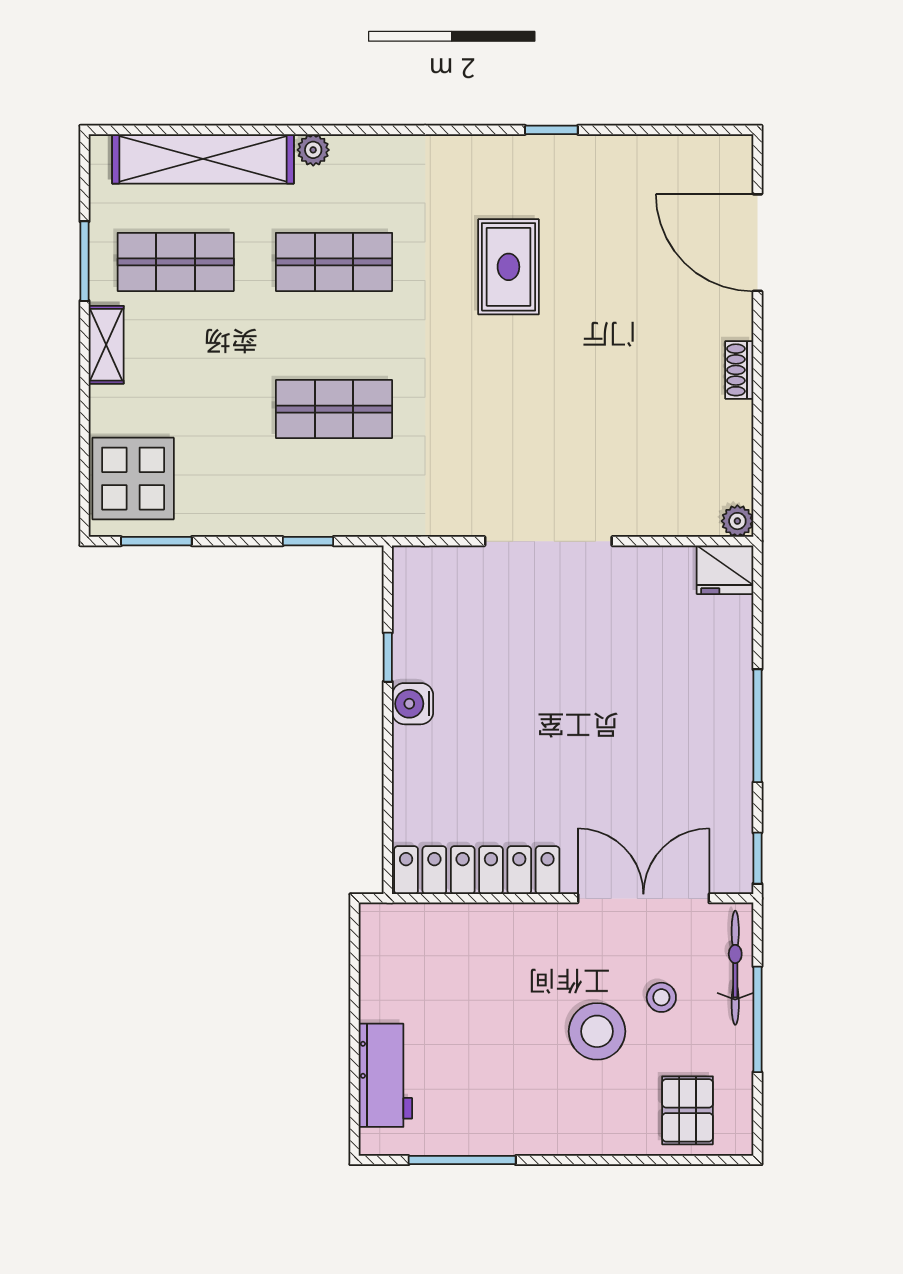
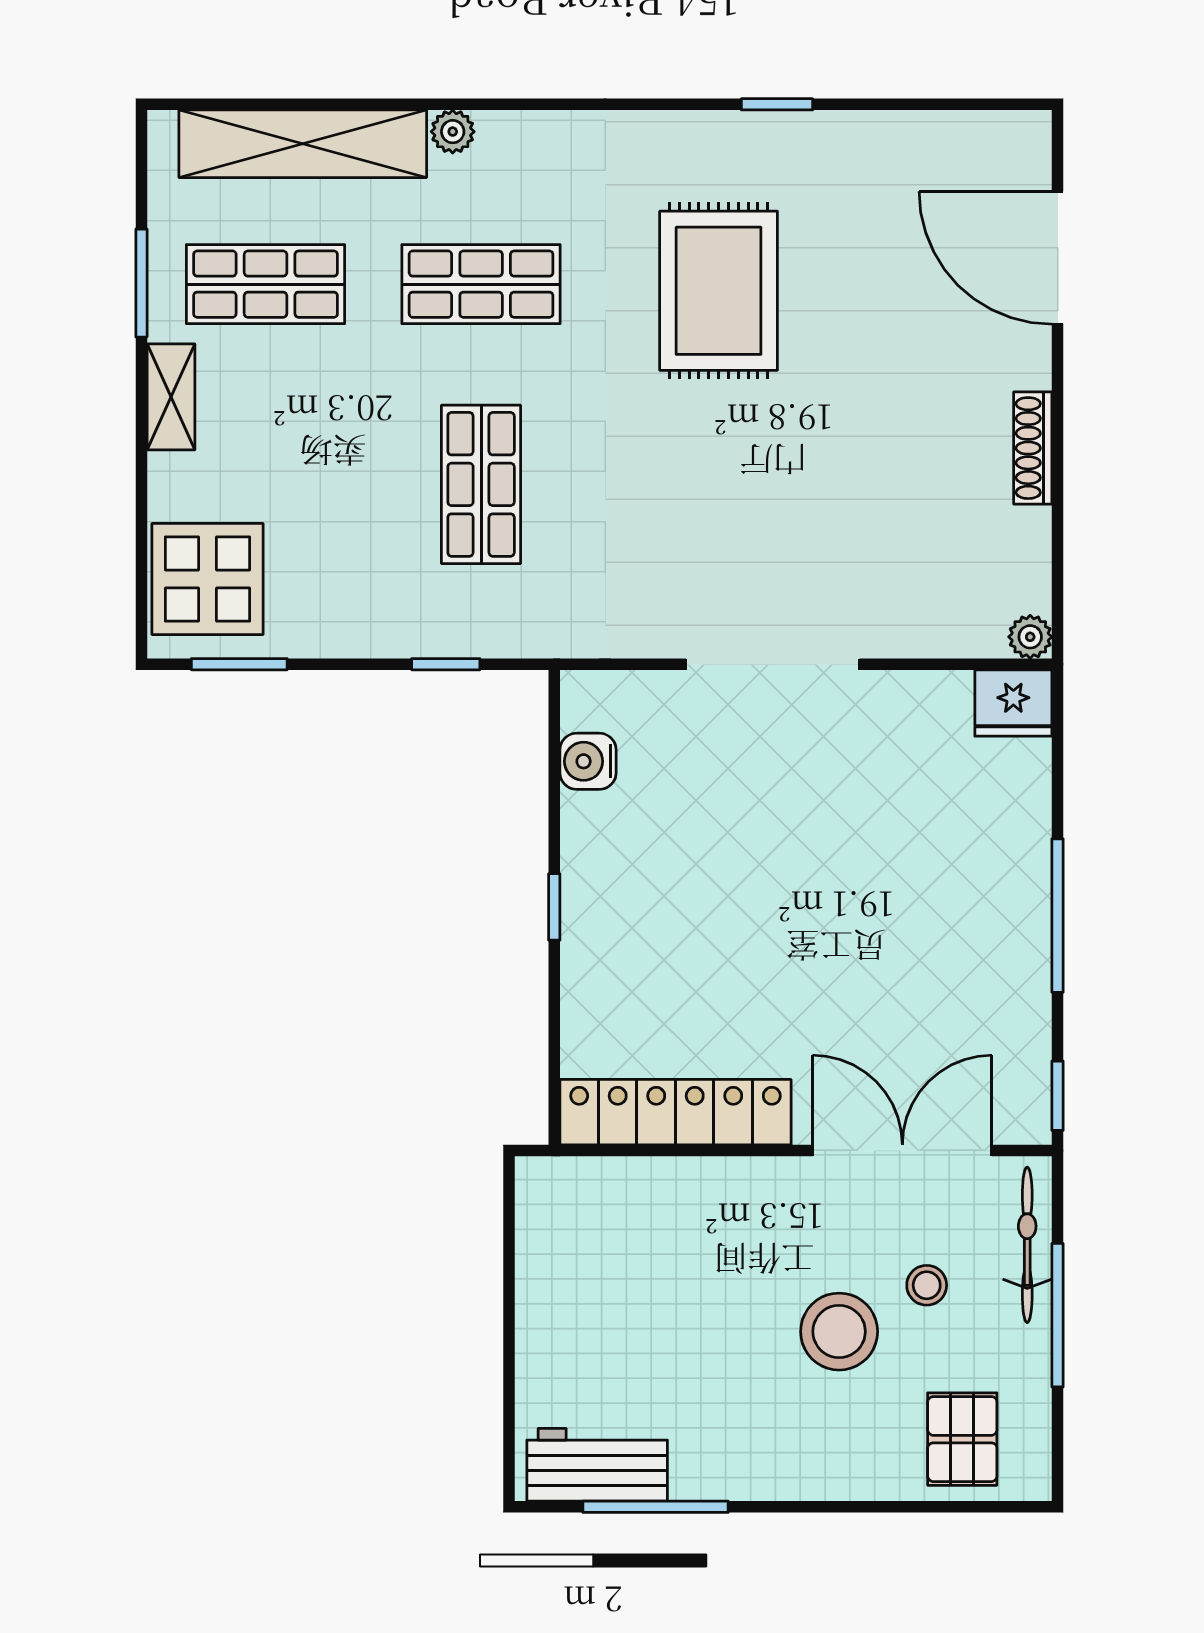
rug: (508, 267) -> (719, 291), width x1.36, depth x1.43
shoe rack: (739, 370) -> (1033, 448), width x1.43
shop shelf: (334, 409) -> (481, 484), turned 90
window: (388, 657) -> (554, 907), moved
water cooler: (413, 704) -> (588, 761), moved
workbench: (385, 1075) -> (597, 1465), moved, turned -90

